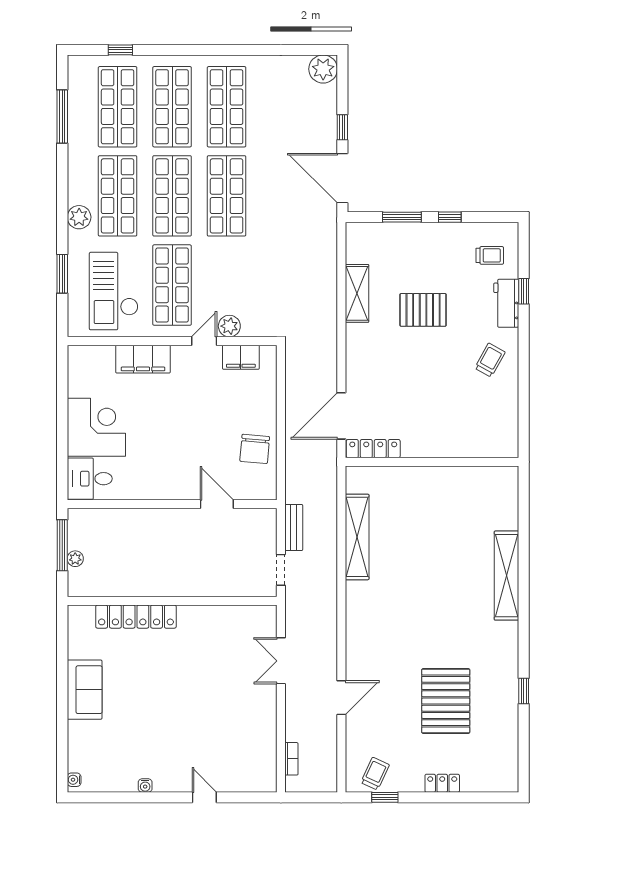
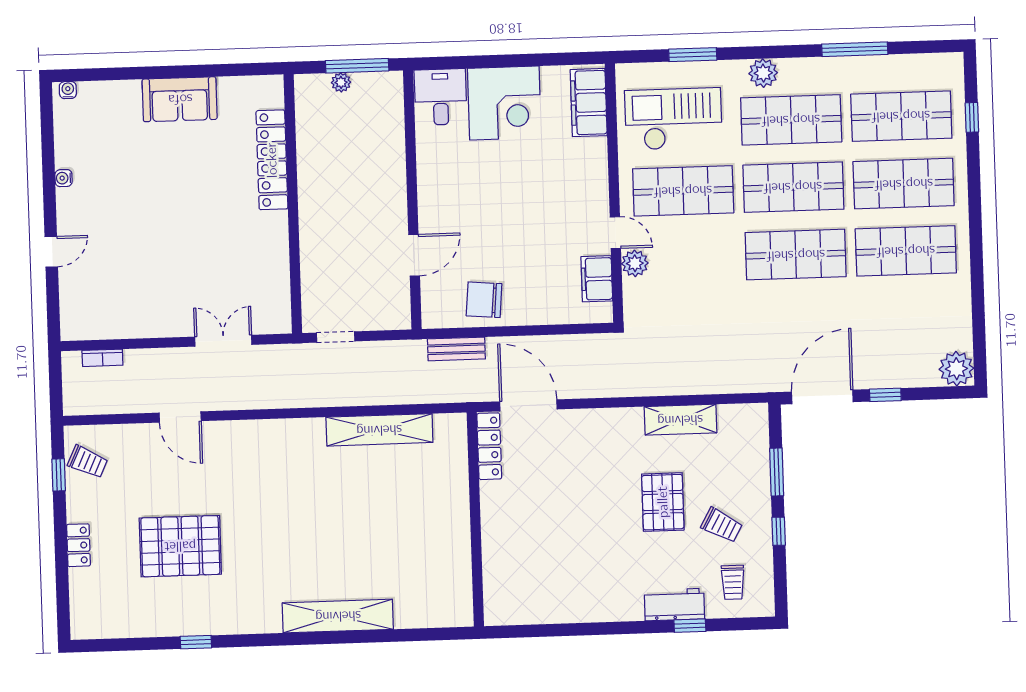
window: (62, 117) -> (855, 49), moved
filing cabinet: (143, 359) -> (589, 103), moved
trolley: (490, 360) -> (722, 525), moved
bench: (294, 527) -> (456, 349), moved

